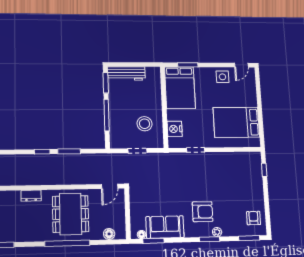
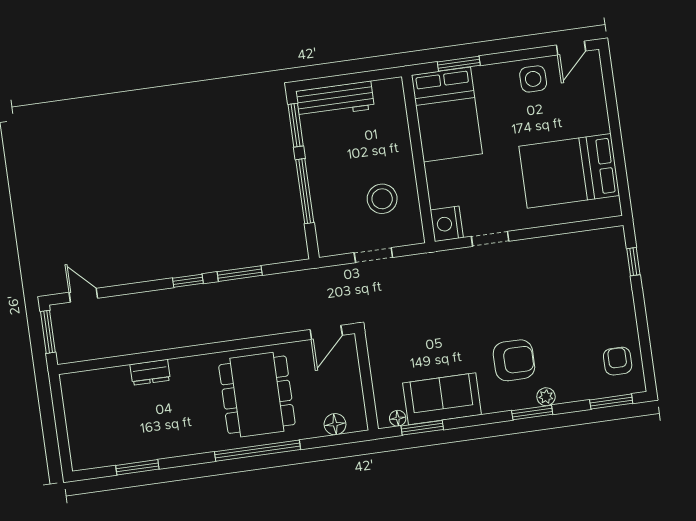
nightstand: (175, 129) -> (447, 224), moved
dresser: (31, 196) -> (150, 372), moved

